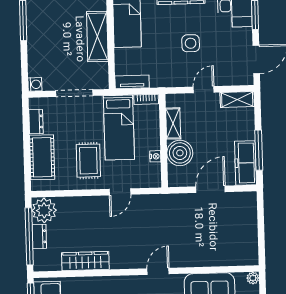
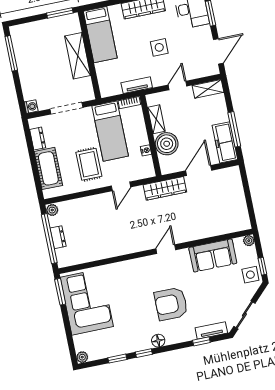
tv unit: (132, 82) -> (137, 85), moved
plant: (44, 210) -> (52, 210), width x0.53, depth x0.53
wardrobe: (85, 261) -> (165, 188), moved, turned 180

